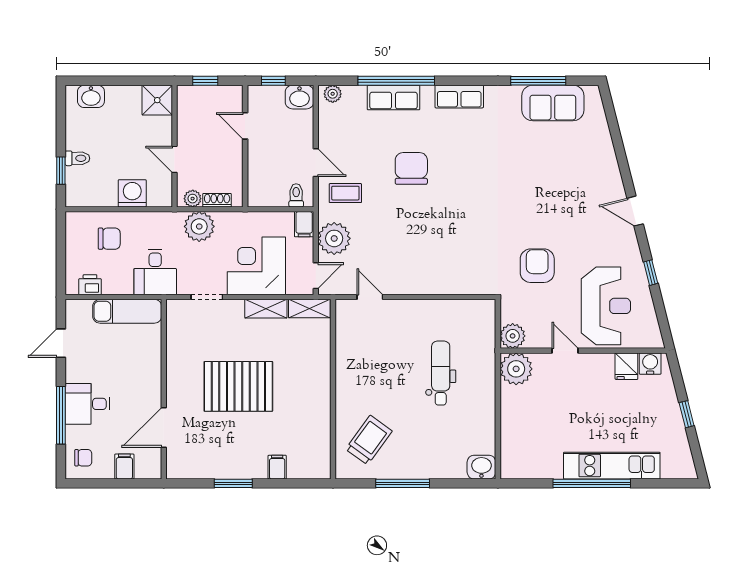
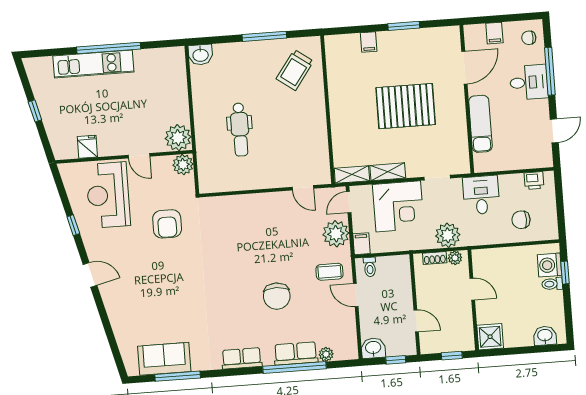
plant: (333, 94) -> (326, 354), moved
washing machine: (132, 193) -> (549, 265), moved, turned 90
exam couch: (127, 311) -> (480, 124), moved, turned 90
water cooler: (650, 364) -> (68, 150), removed

